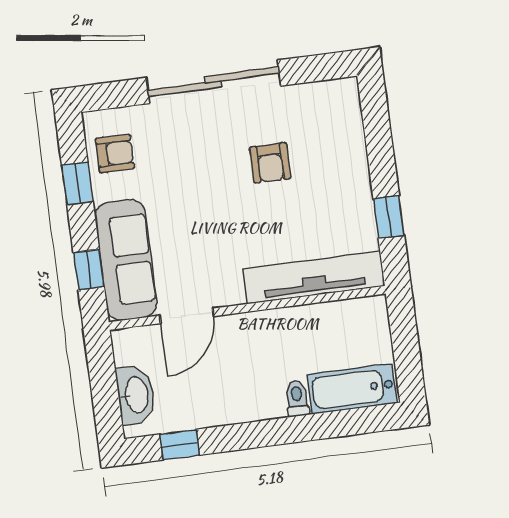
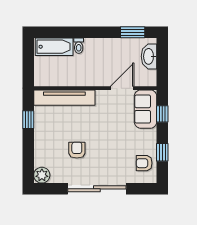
plant: (342, 96) -> (42, 175), added
sofa: (126, 260) -> (146, 109), width x0.73
window: (180, 445) -> (133, 32), width x1.50

